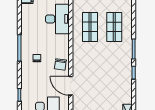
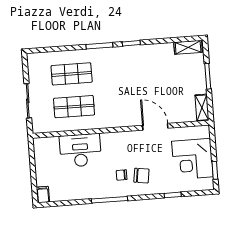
desk: (57, 19) -> (80, 150), moved
chair: (60, 64) -> (142, 176), moved
door: (71, 86) -> (155, 127), swing flipped

